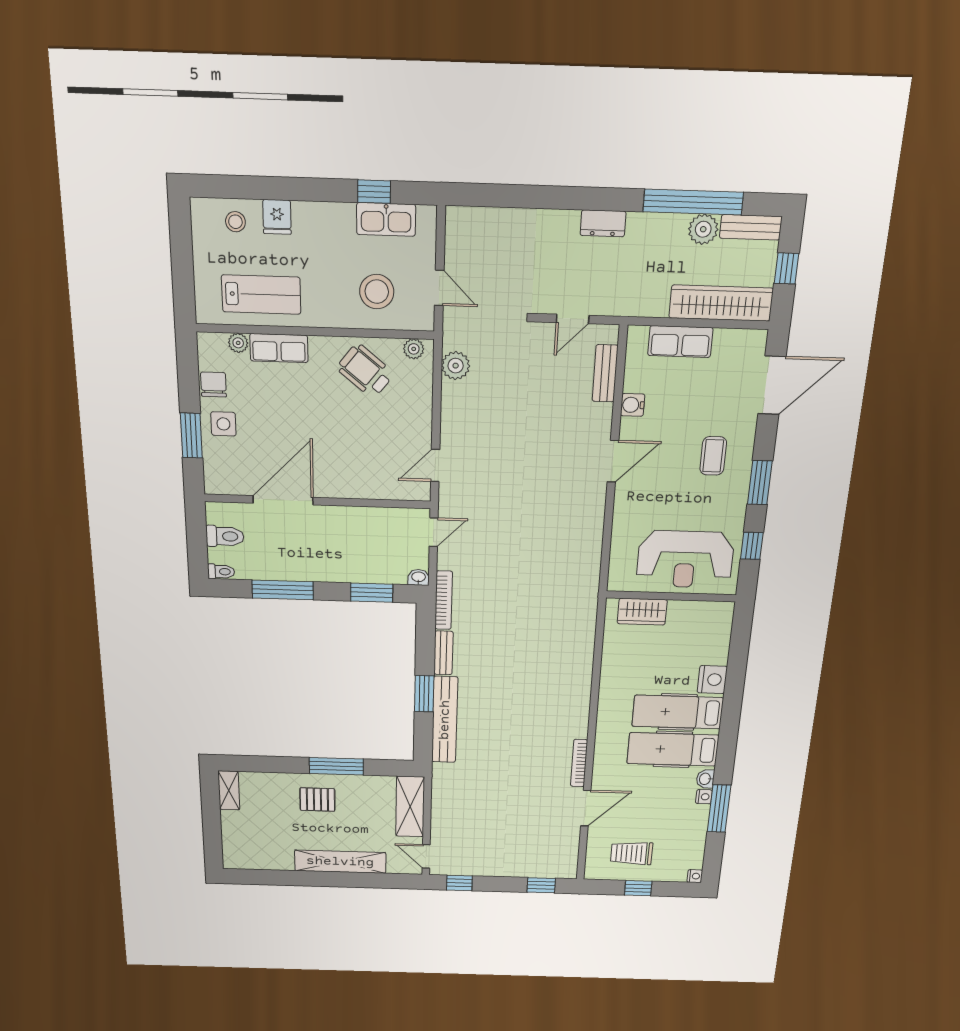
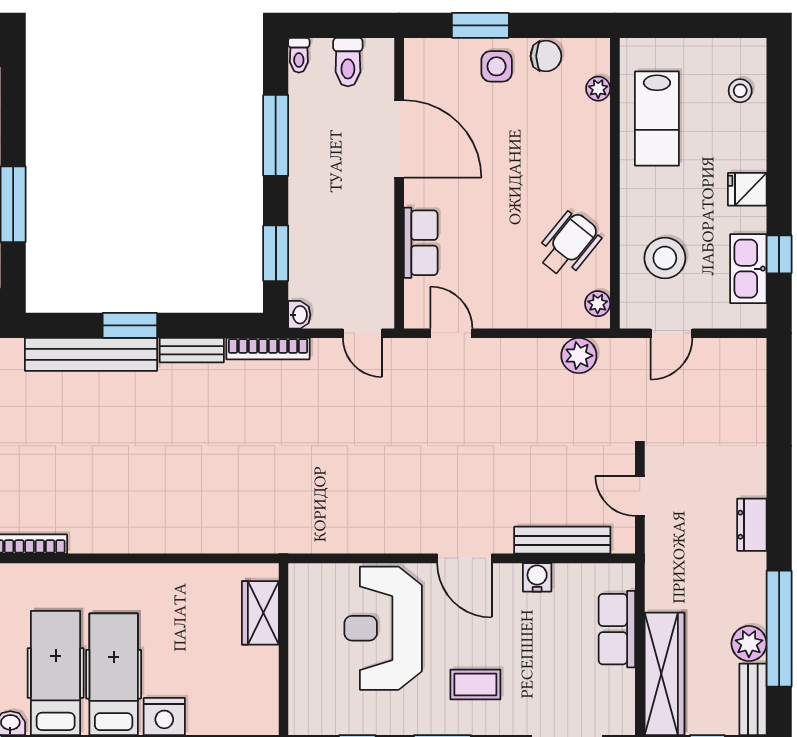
fridge: (277, 217) -> (747, 189), moved
row of seats: (279, 348) -> (421, 243), moved, turned 180
bench: (605, 373) -> (562, 540), width x1.36
reception desk: (685, 559) -> (383, 628), moved

